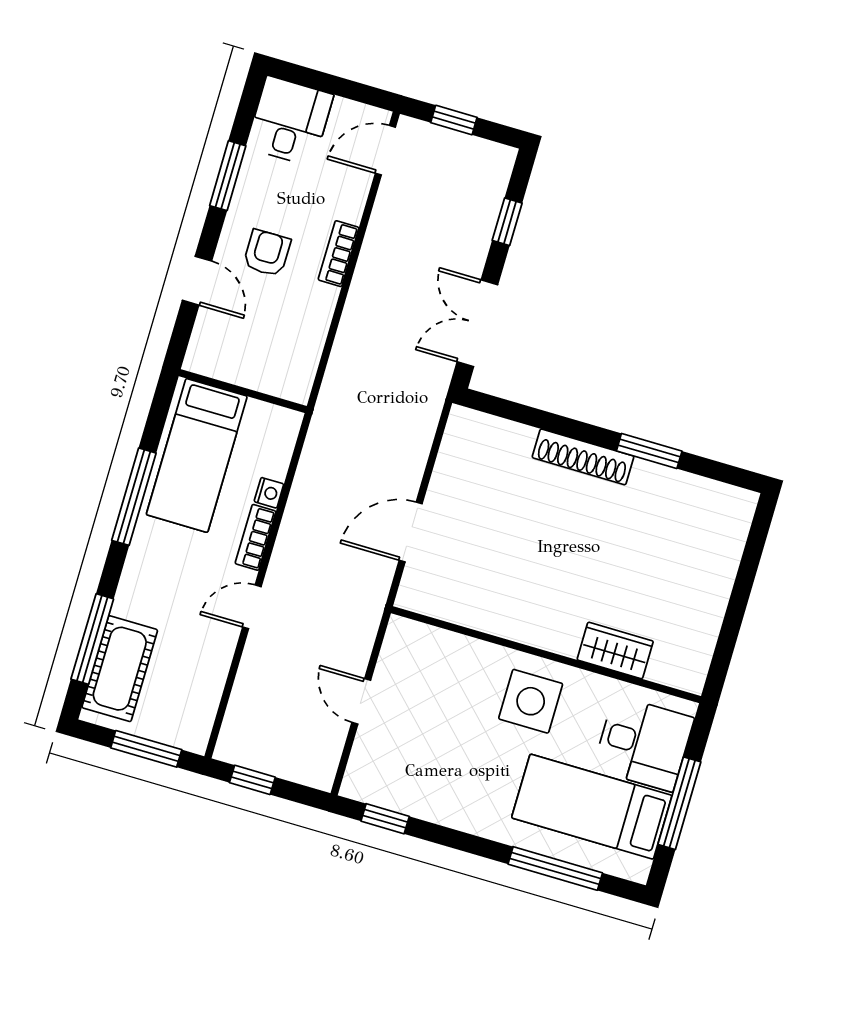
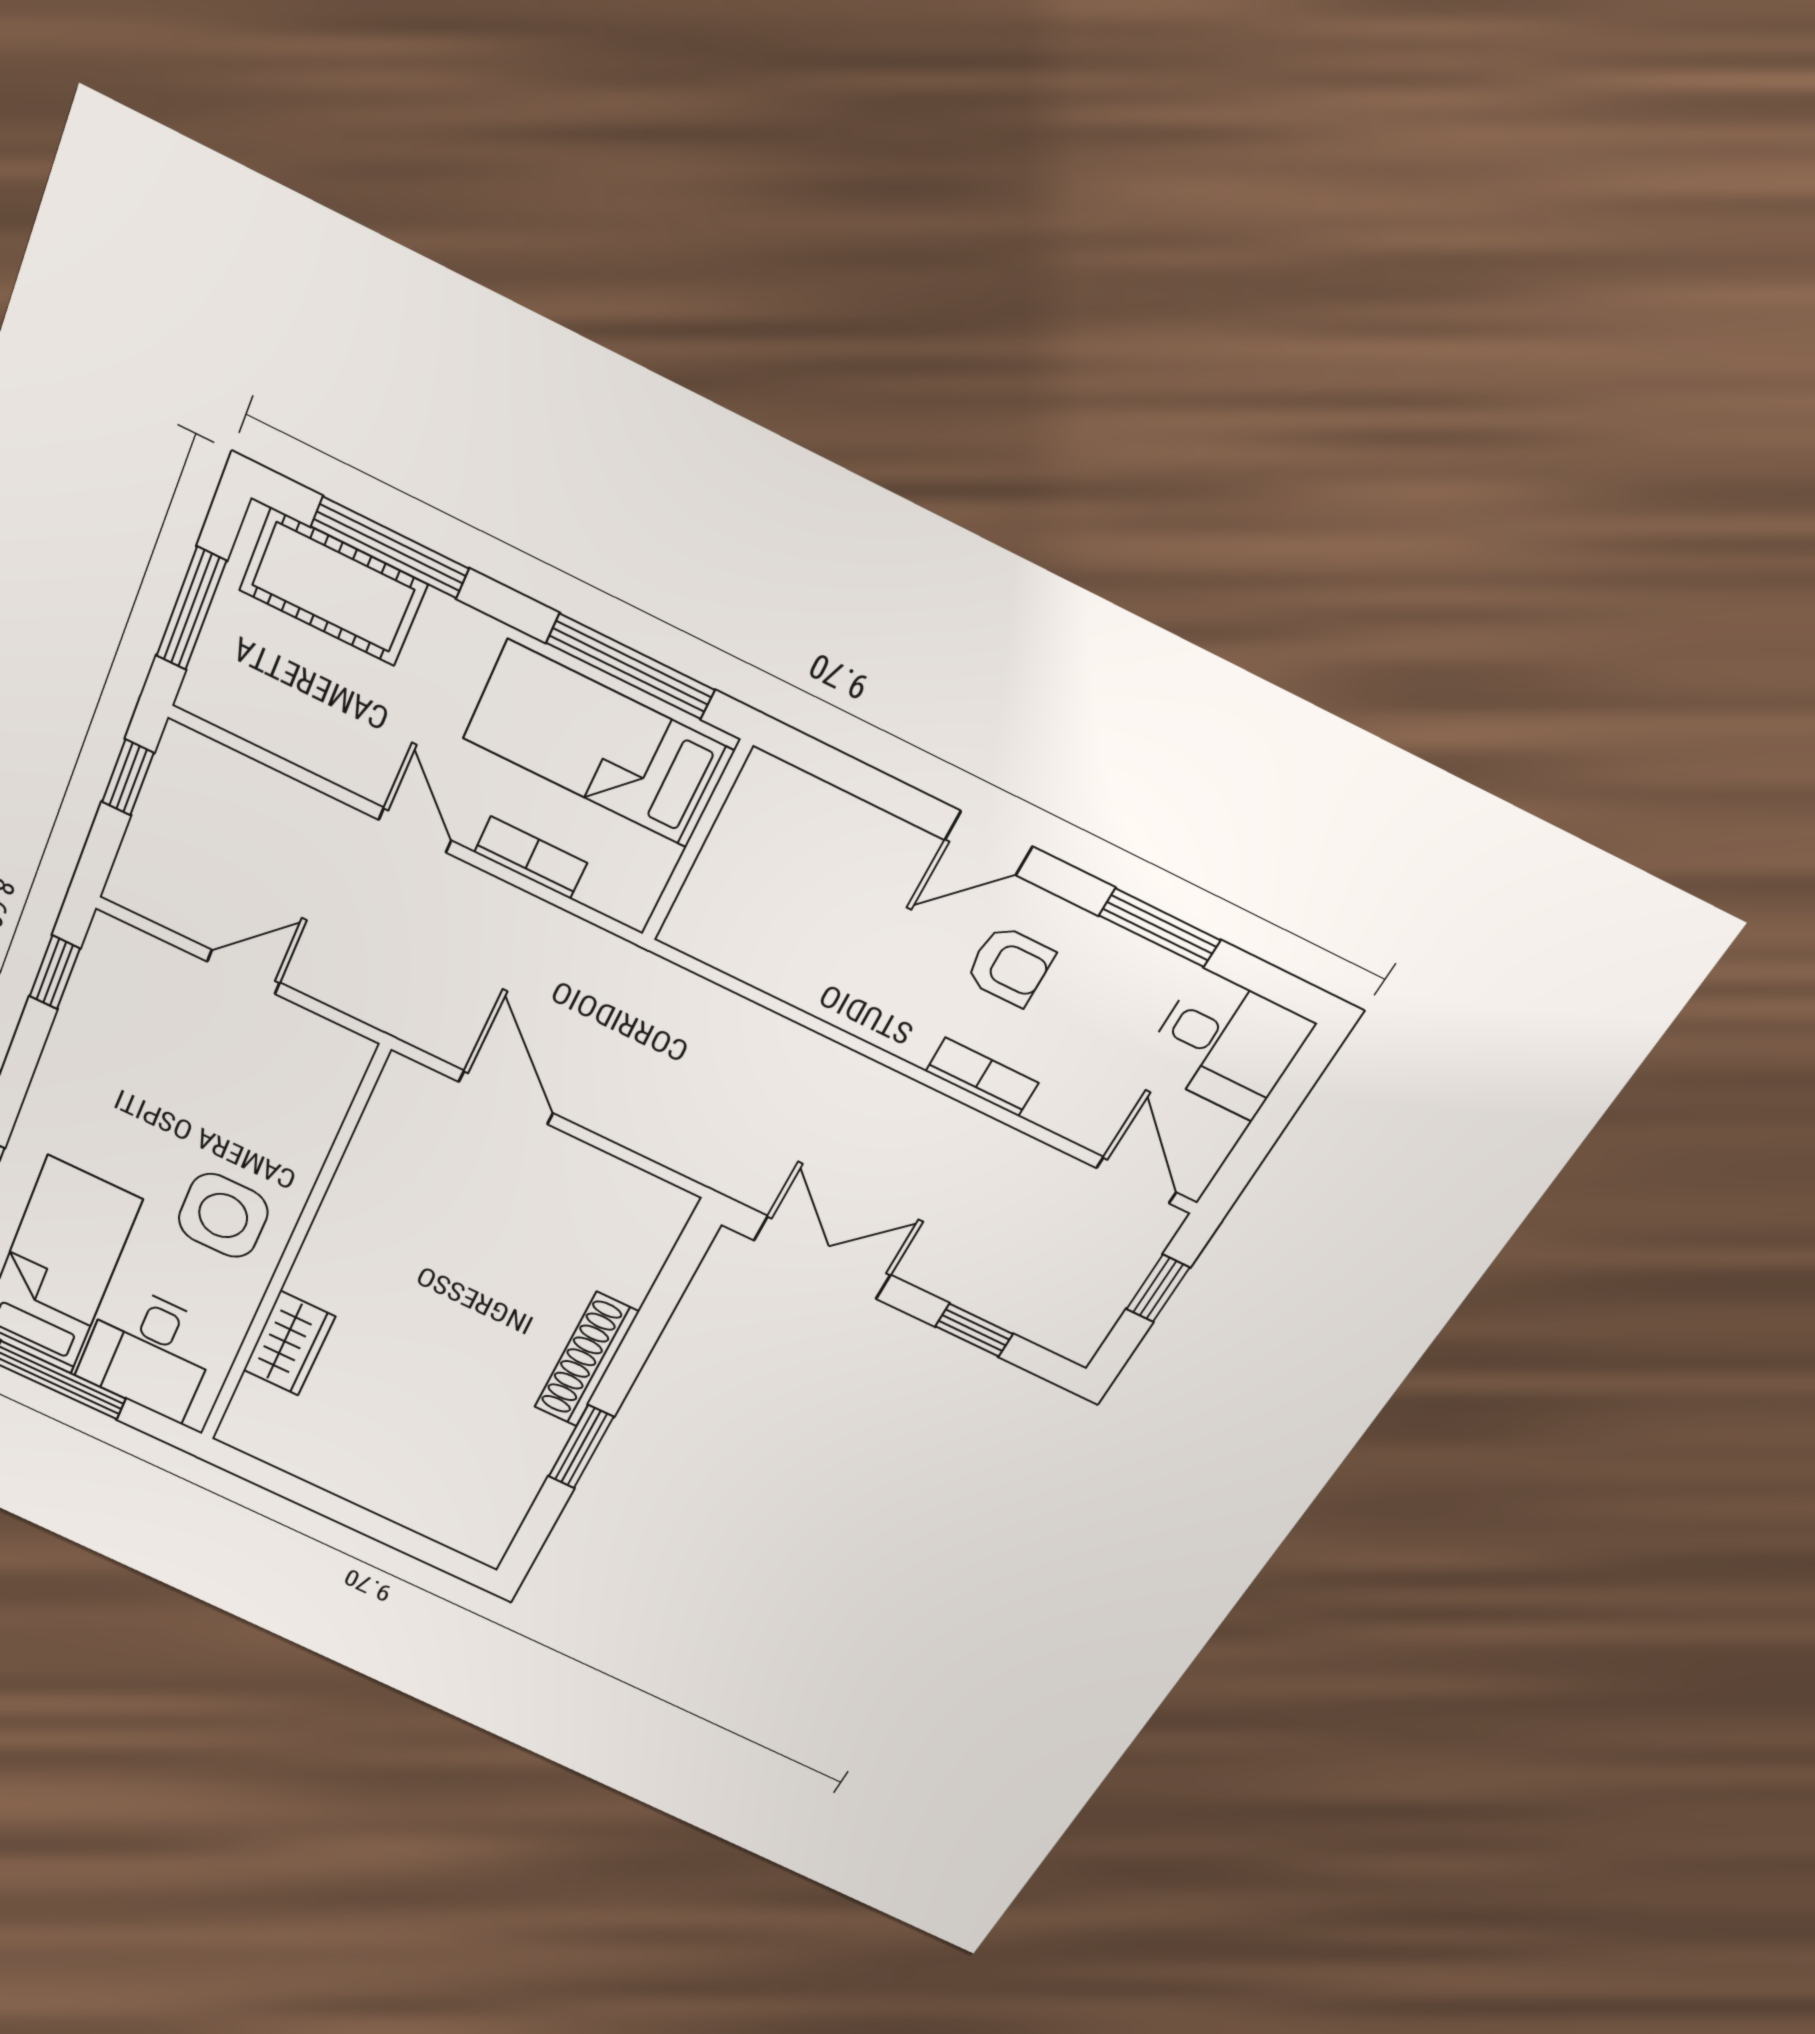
wall: (243, 391) -> (697, 841), moved
bed: (197, 455) -> (598, 744), moved
nightstand: (269, 493) -> (602, 893), removed

